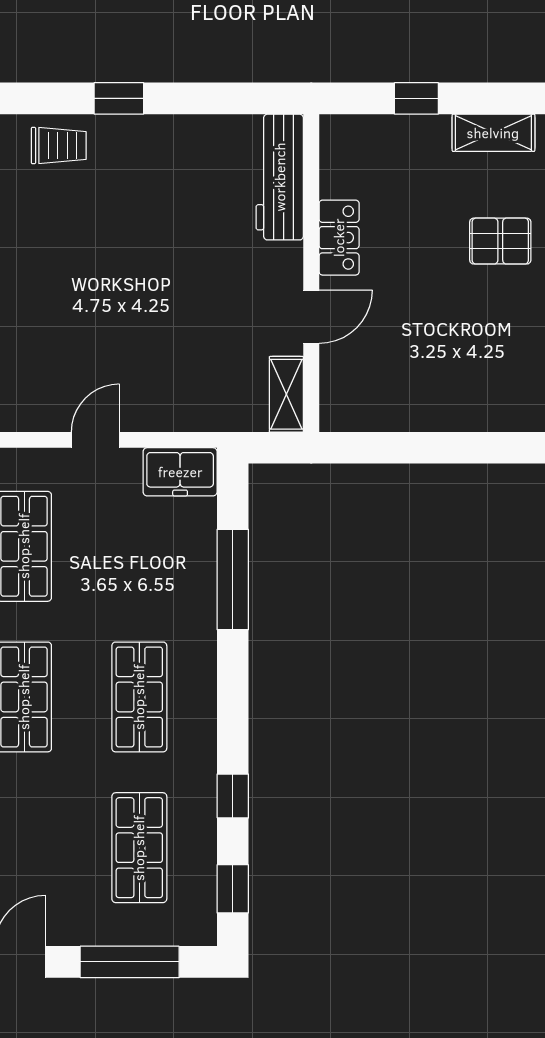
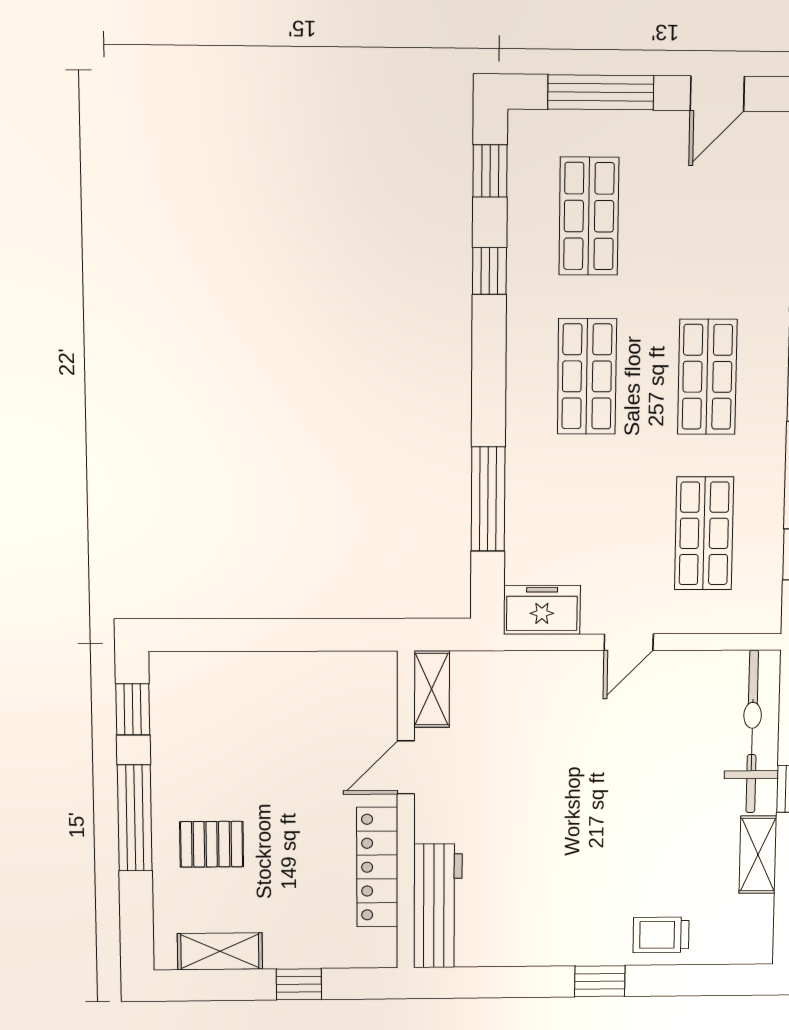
locker: (339, 238) -> (377, 867), width x1.53

